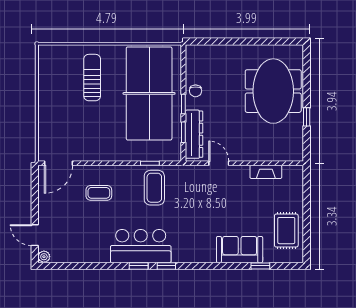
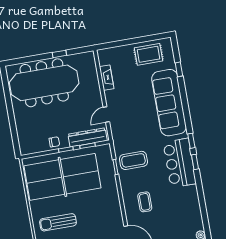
meeting table: (273, 91) -> (44, 83), width x1.36
sofa: (240, 250) -> (169, 103), width x1.85, depth x1.27

